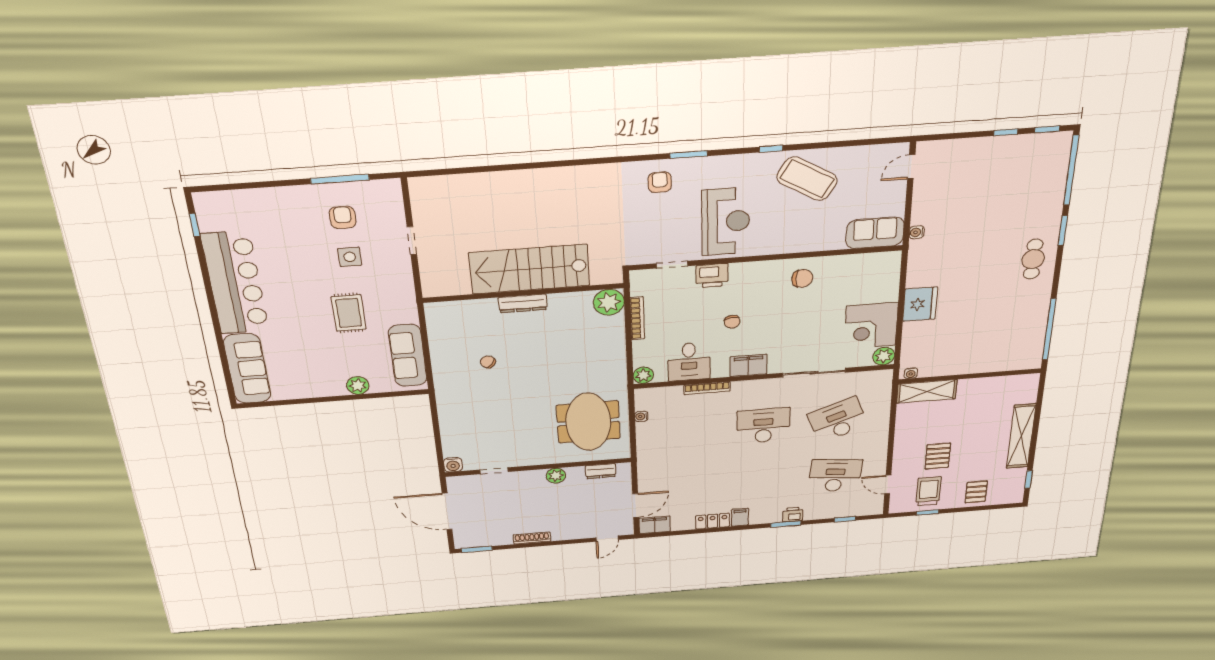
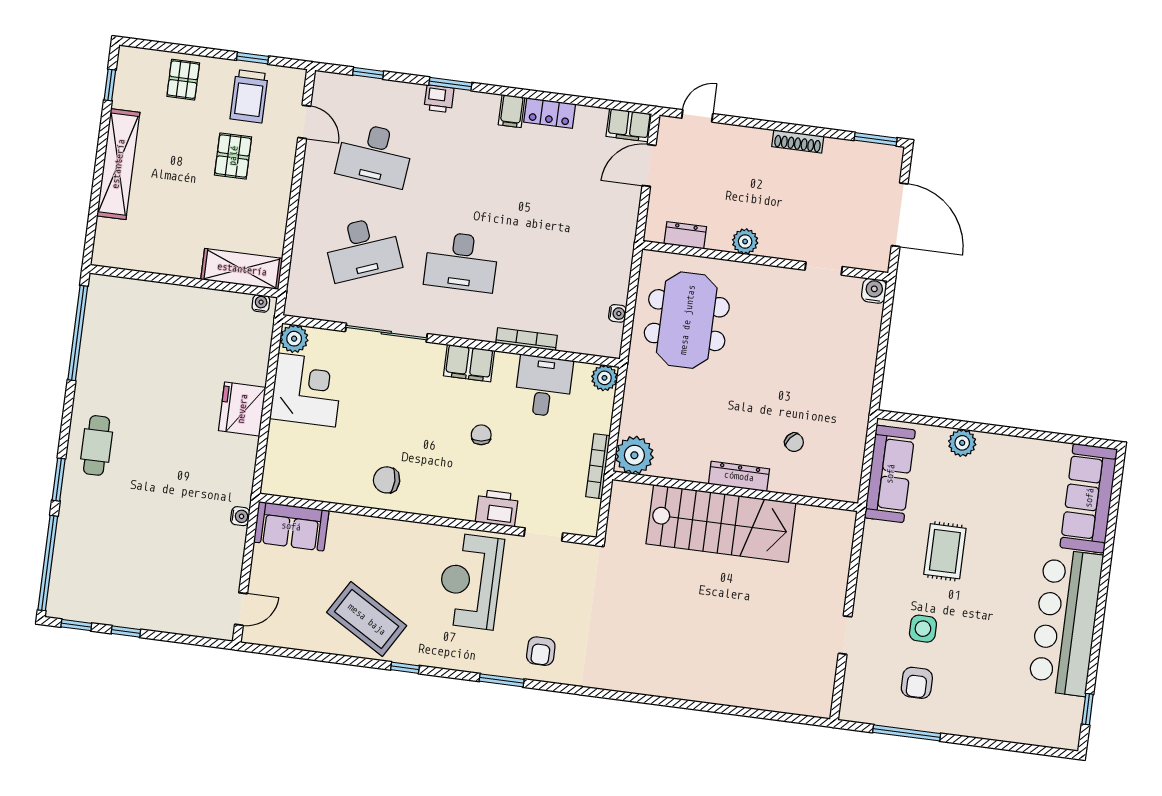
stairs: (530, 269) -> (721, 523), moved
wall: (523, 293) -> (735, 491), moved
plant: (609, 302) -> (634, 455), moved
dresser: (523, 304) -> (739, 476), moved

